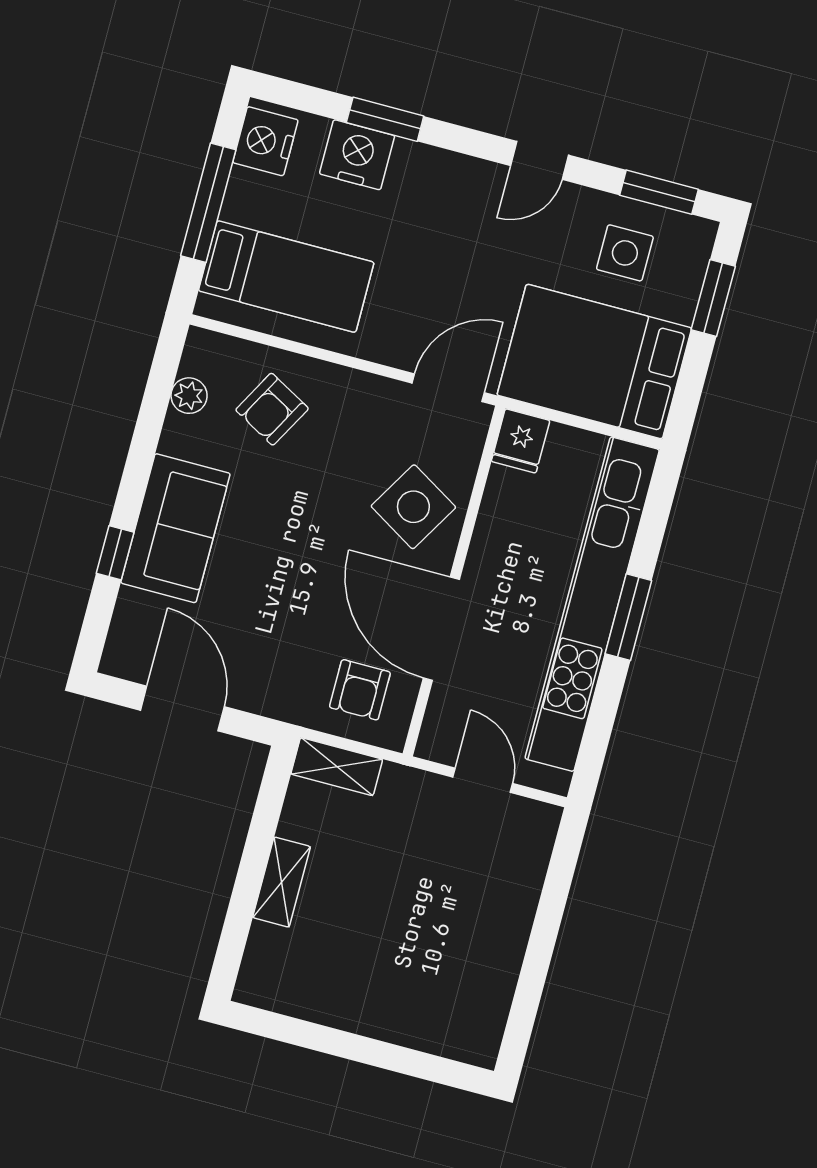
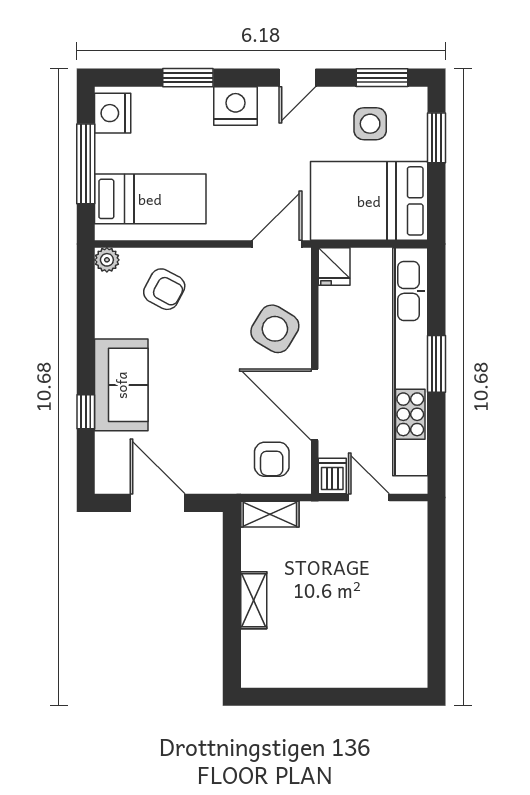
nightstand: (357, 155) -> (236, 106), moved
plant: (189, 396) -> (107, 260), moved
armchair: (272, 409) -> (164, 289), turned -91
dishwasher: (439, 736) -> (332, 476), added

